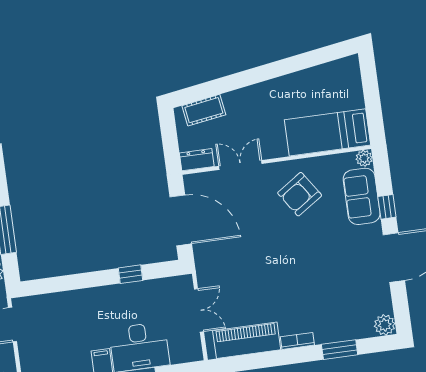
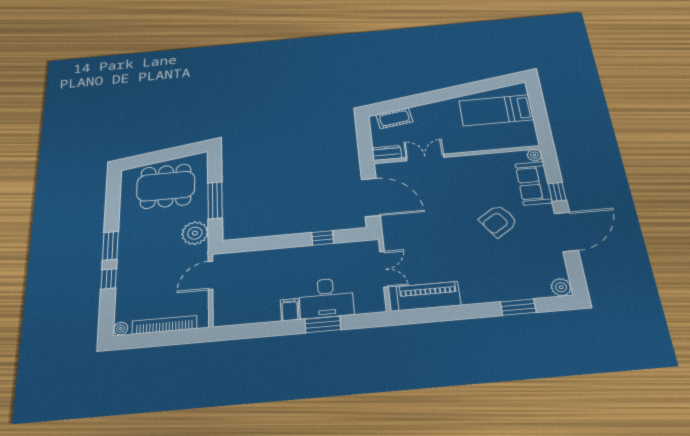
bed: (327, 132) -> (496, 110), moved
armchair: (300, 194) -> (498, 221), moved
bookcase: (297, 341) -> (477, 298), removed

